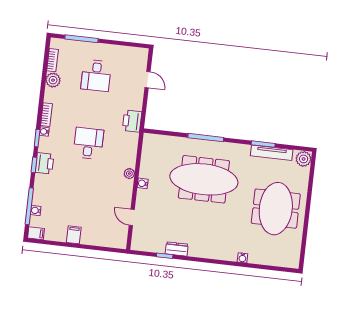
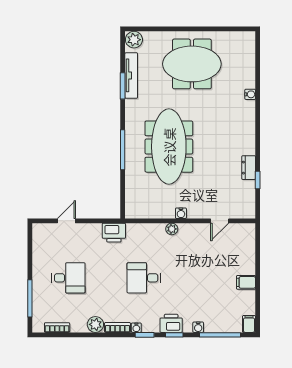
plant: (53, 80) -> (95, 324), moved
water cooler: (36, 211) -> (198, 327), moved

